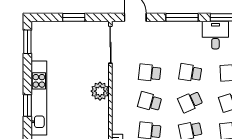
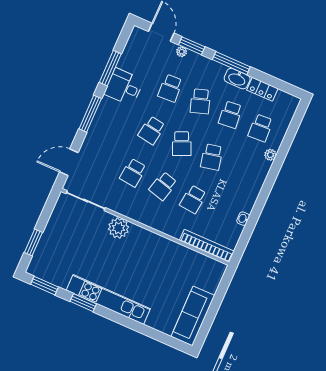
window: (74, 17) -> (33, 242), moved
plant: (100, 91) -> (118, 228), moved
window: (27, 106) -> (83, 303), moved

